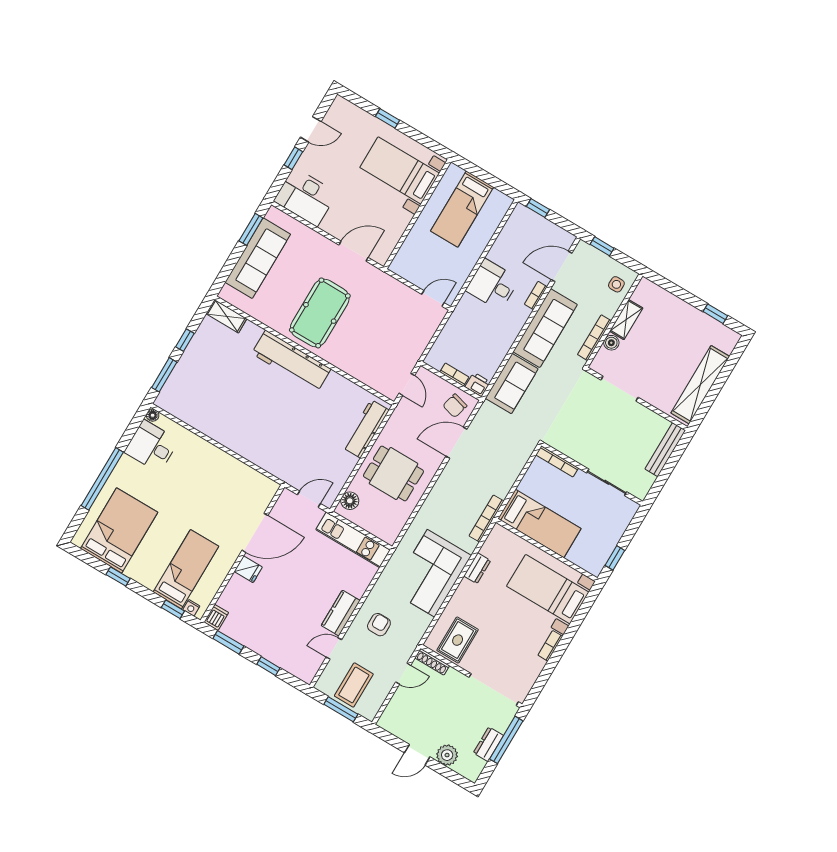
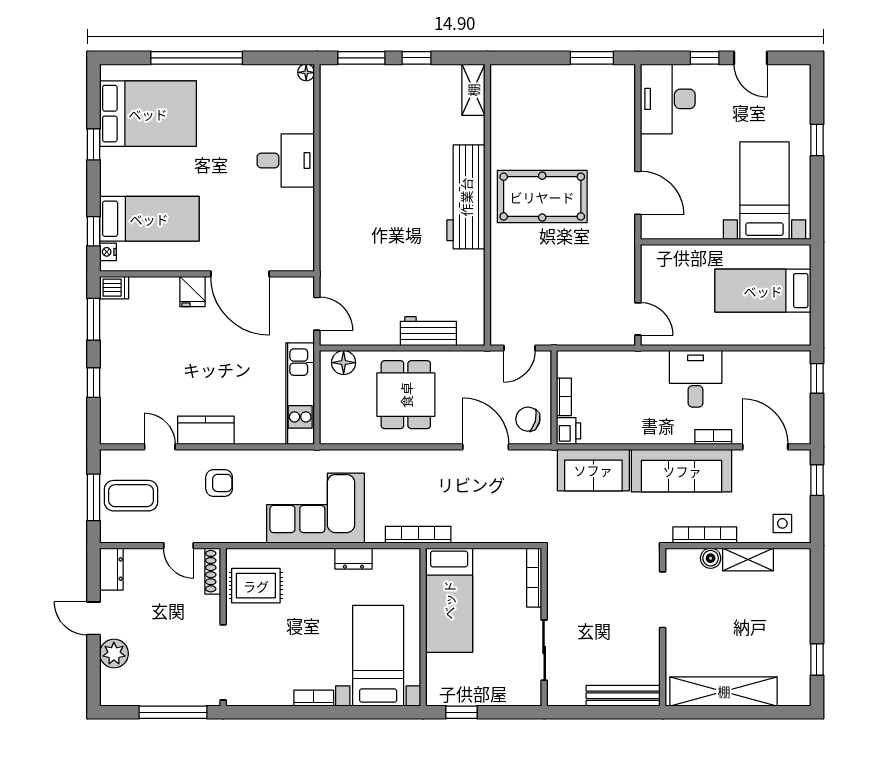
sofa: (258, 258) -> (563, 86), removed
workbench: (366, 429) -> (428, 331), width x0.73
desk: (152, 446) -> (286, 161), moved, turned 90
dresser: (488, 744) -> (111, 569), moved, turned 90

